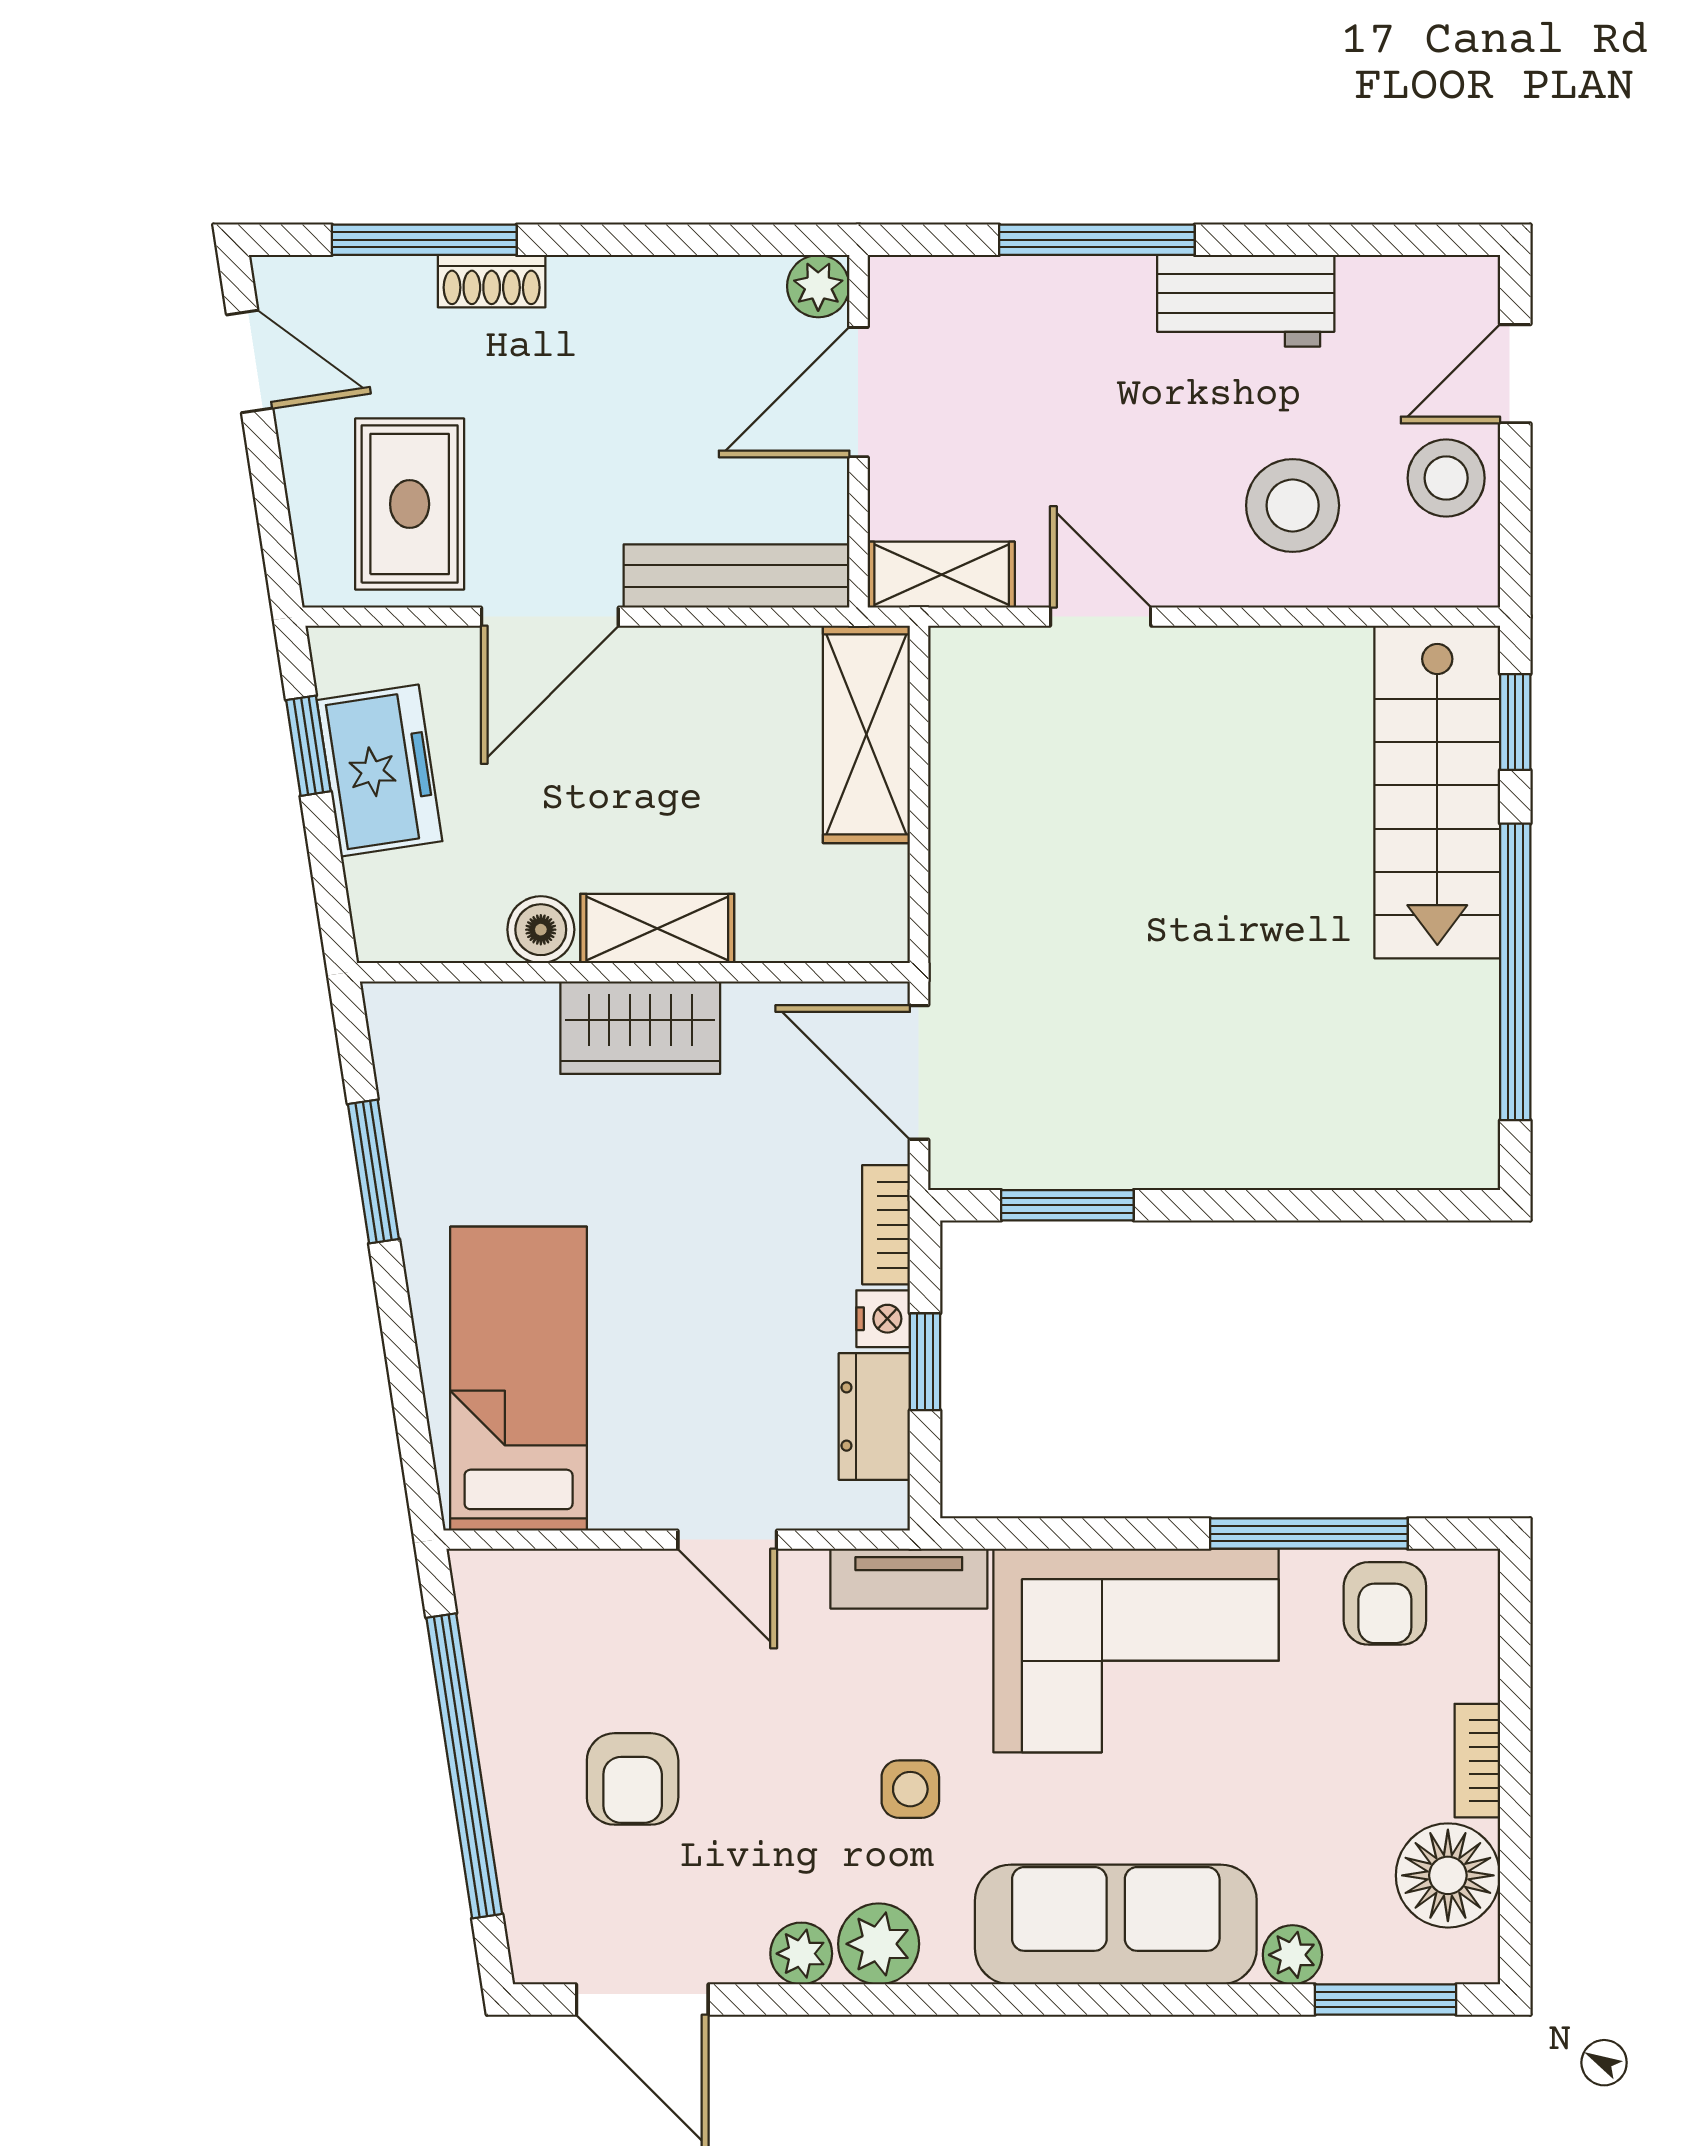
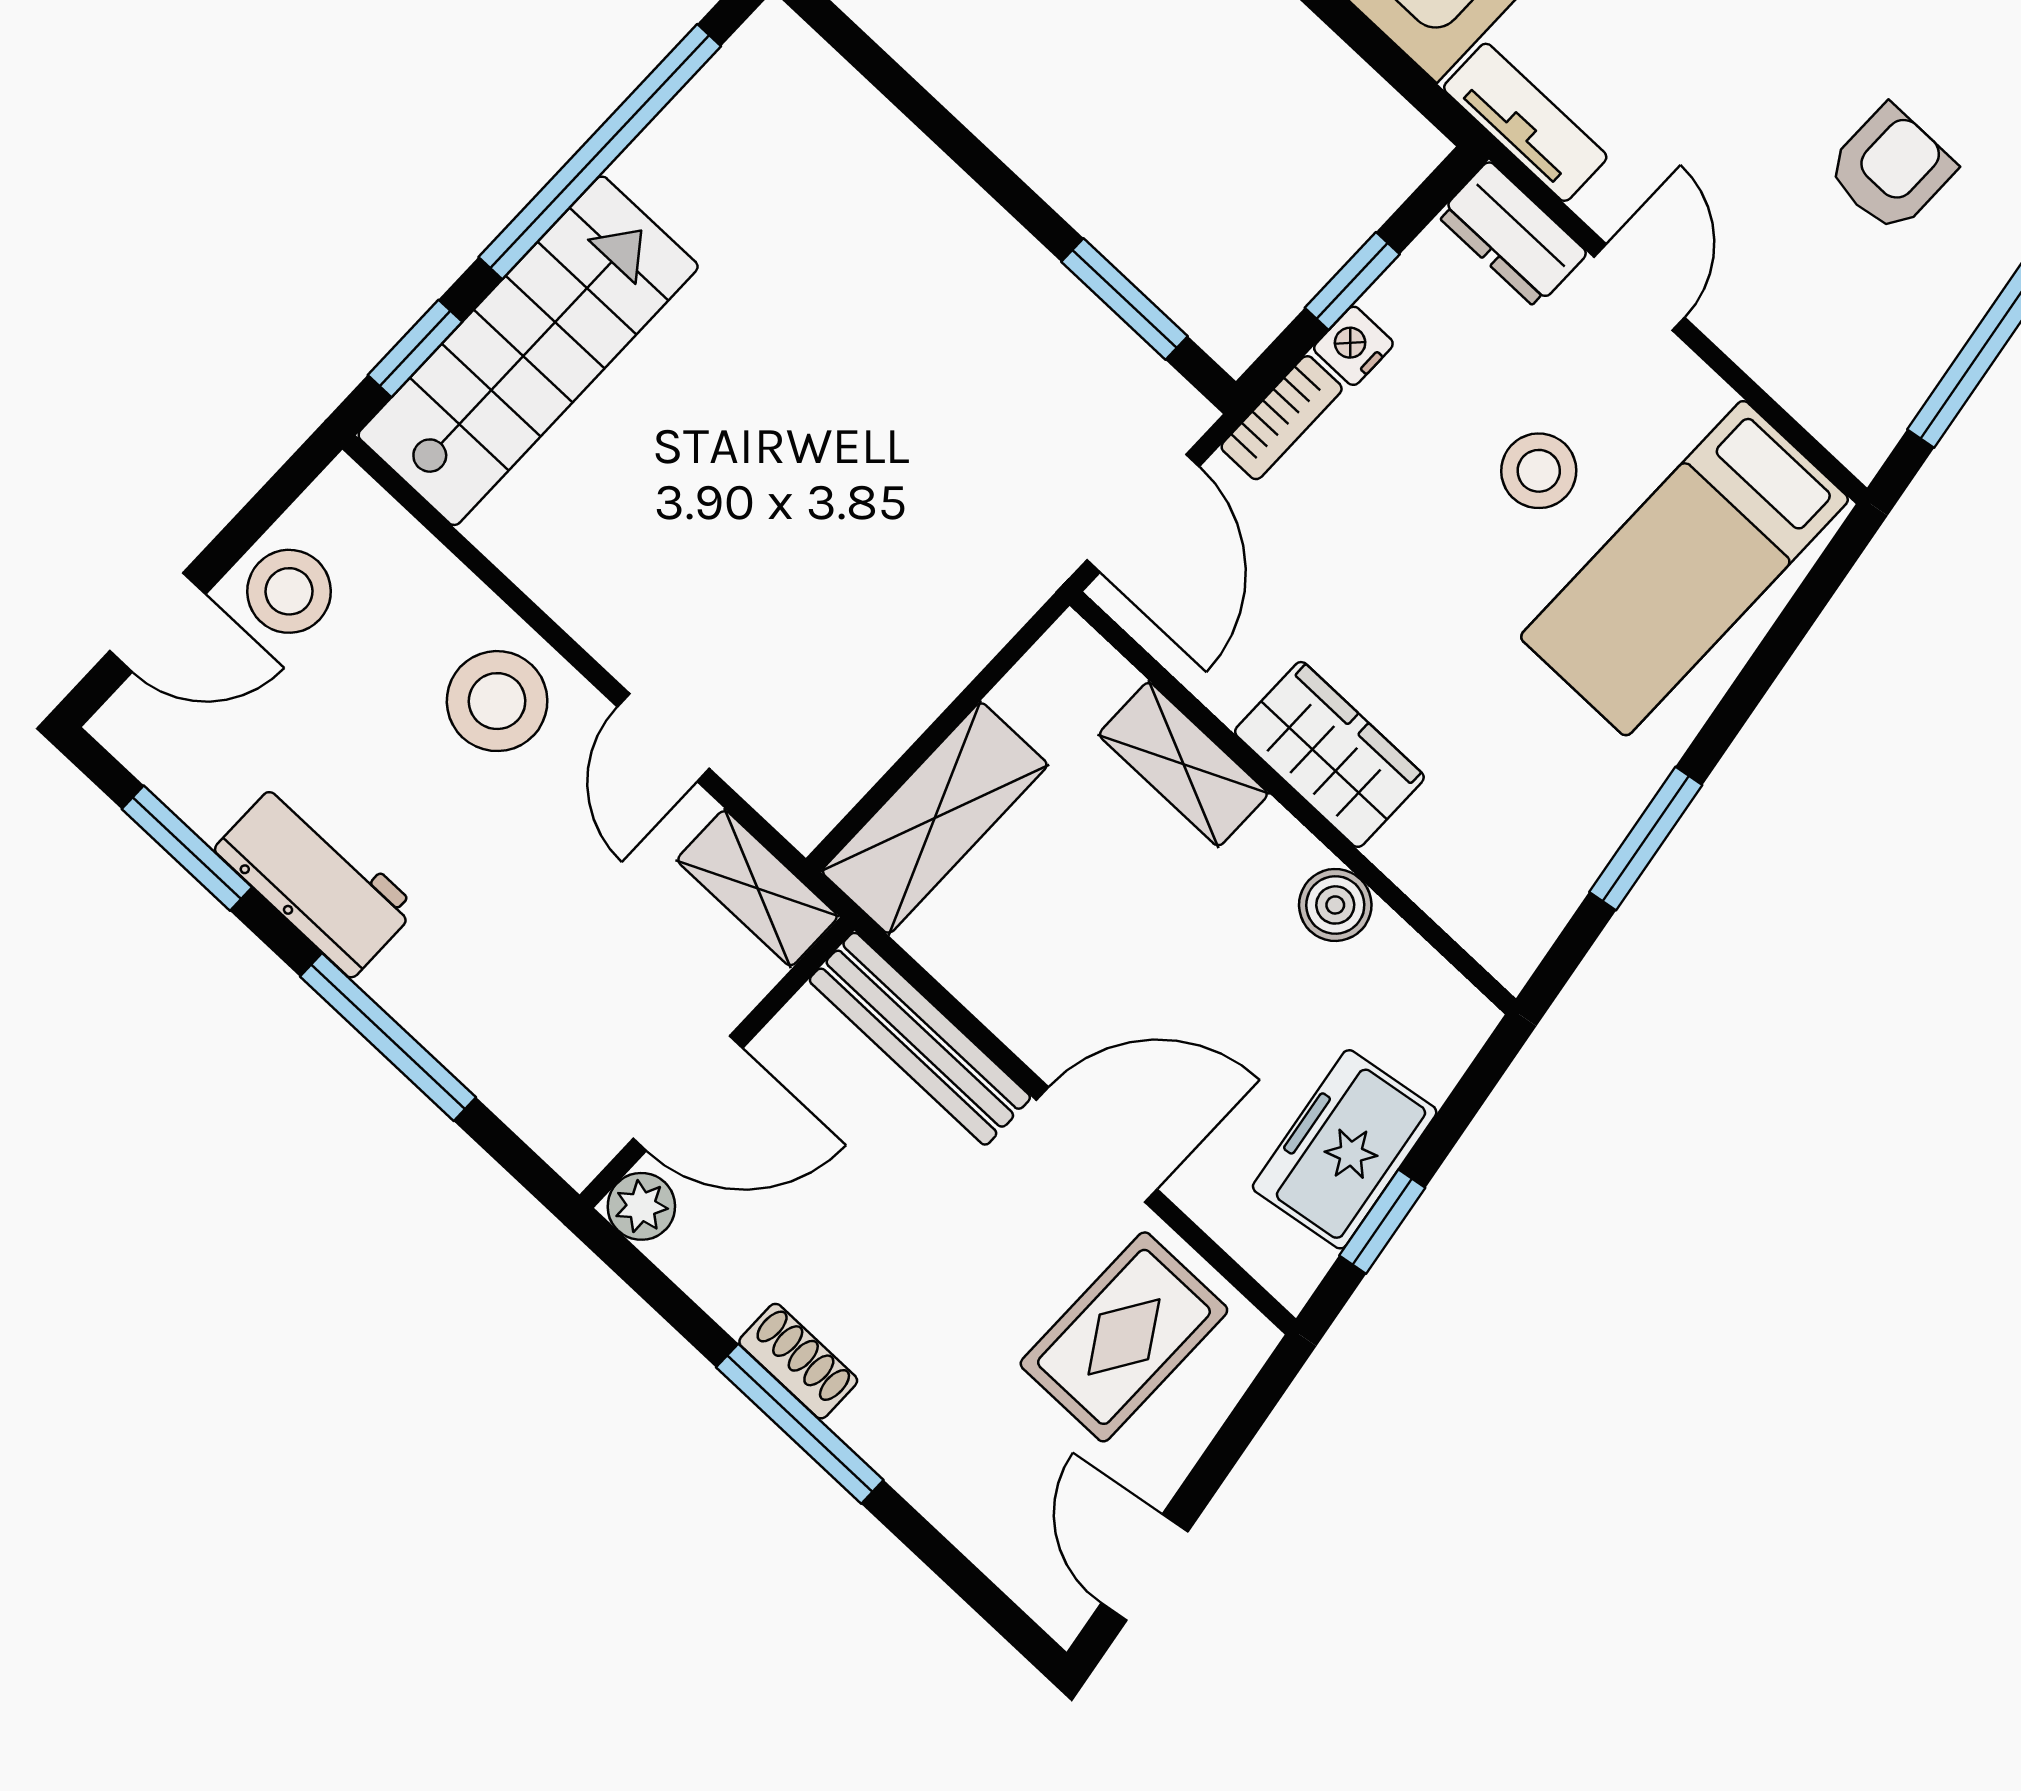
window: (424, 240) -> (800, 1424), moved
window: (1352, 240) -> (187, 848), added
shoe rack: (492, 281) -> (798, 1361), moved
stool: (1293, 505) -> (497, 701), moved
shelving: (657, 928) -> (1183, 764), moved
stool: (679, 1352) -> (1539, 471), added
dresser: (874, 1417) -> (1512, 234), moved, turned 90

